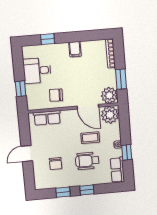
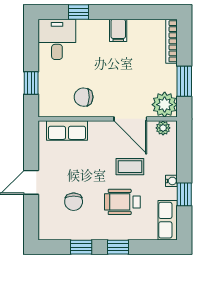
desk: (37, 71) -> (57, 39), moved, turned 90
plant: (110, 115) -> (163, 128), width x0.53, depth x0.53

